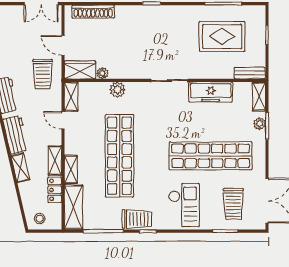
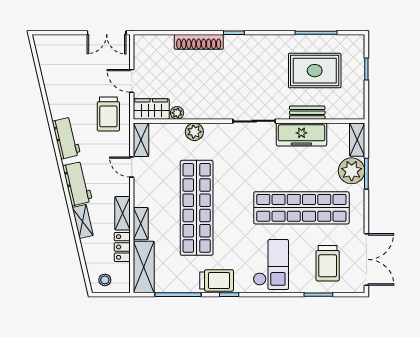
shoe rack: (93, 12) -> (199, 42), moved
bench: (250, 73) -> (307, 113), moved
plant: (259, 124) -> (352, 171), width x1.88, depth x1.88

